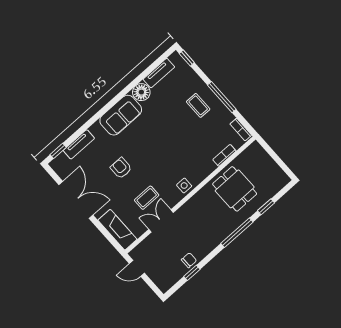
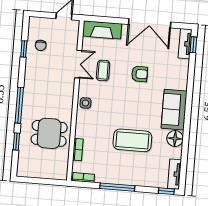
tv unit: (159, 73) -> (175, 174), moved
coffee table: (198, 105) -> (132, 140), moved, width x1.86, depth x1.72
tv unit: (79, 144) -> (185, 44), moved
chair: (189, 260) -> (41, 45), moved

